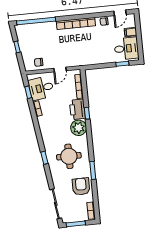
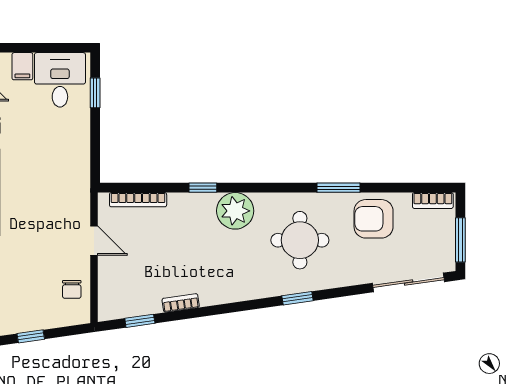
desk: (41, 88) -> (133, 289), removed
printer: (77, 109) -> (192, 209), removed

